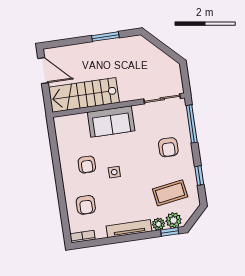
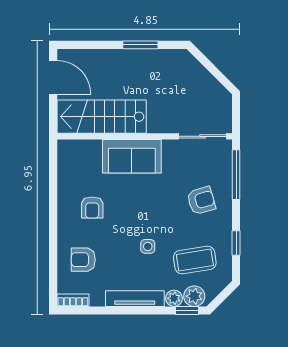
armchair: (168, 147) -> (201, 201), turned -106
side table: (114, 172) -> (148, 246), moved
armchair: (86, 205) -> (83, 260), turned 90

